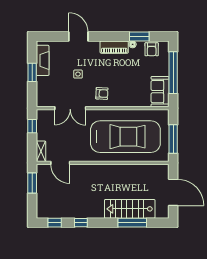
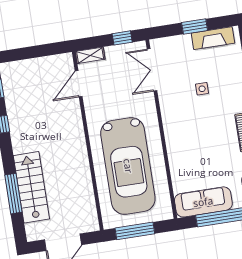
sofa: (160, 92) -> (203, 202), width x1.36
armchair: (102, 93) -> (181, 125), removed
double door: (70, 108) -> (152, 70), moved
window: (32, 183) -> (46, 50), removed

